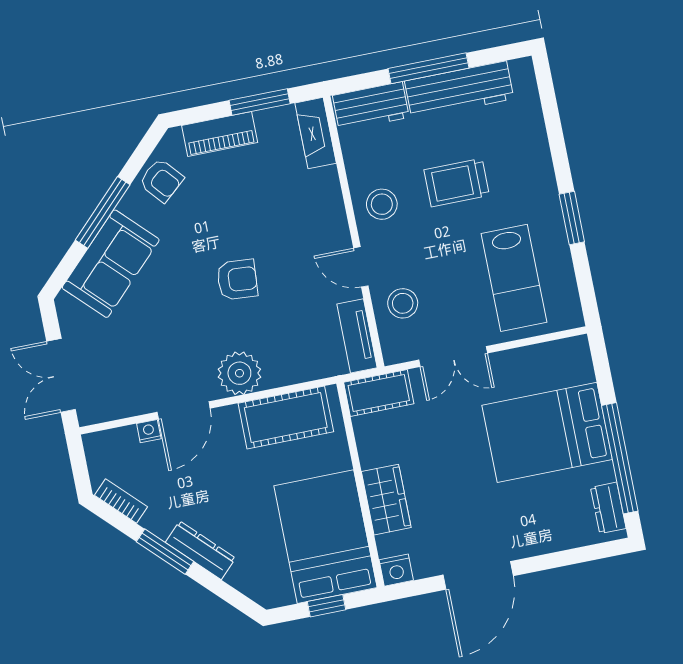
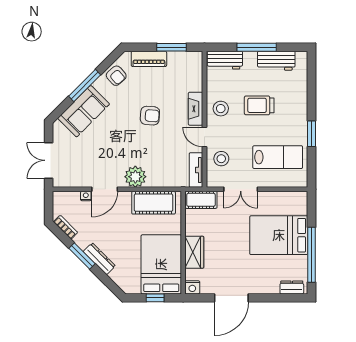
workbench: (459, 90) -> (276, 61), width x0.73
fireplace: (316, 133) -> (196, 109), moved
lab bench: (514, 278) -> (278, 157), turned -90
armchair: (237, 280) -> (150, 116), moved
dresser: (608, 508) -> (292, 287), moved, turned 90

